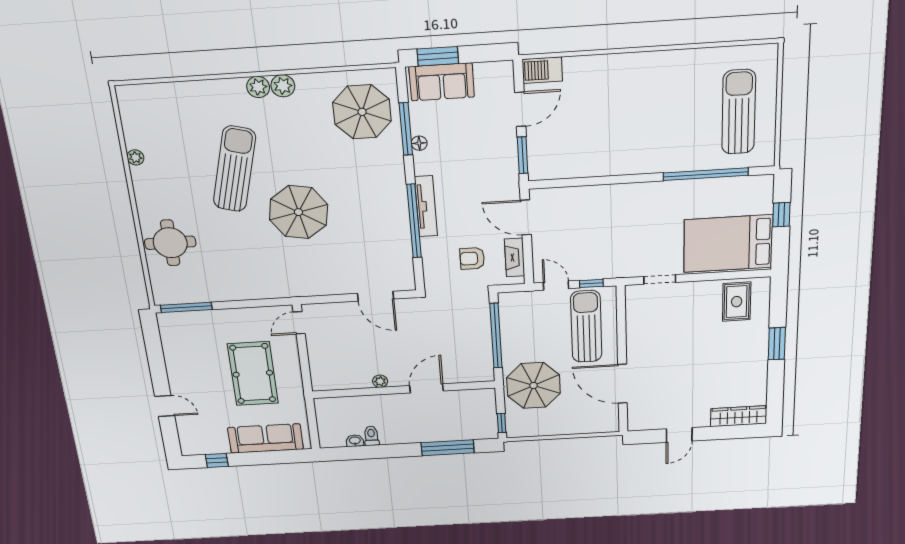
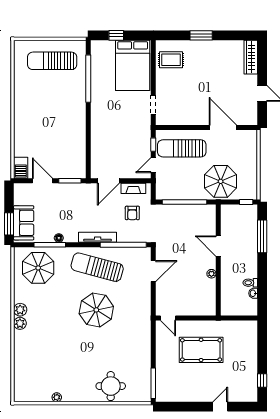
sun lounger: (234, 169) -> (97, 267), moved
window: (414, 221) -> (123, 245), moved
door: (622, 384) -> (223, 128), swing flipped
sofa: (266, 438) -> (248, 348), removed

